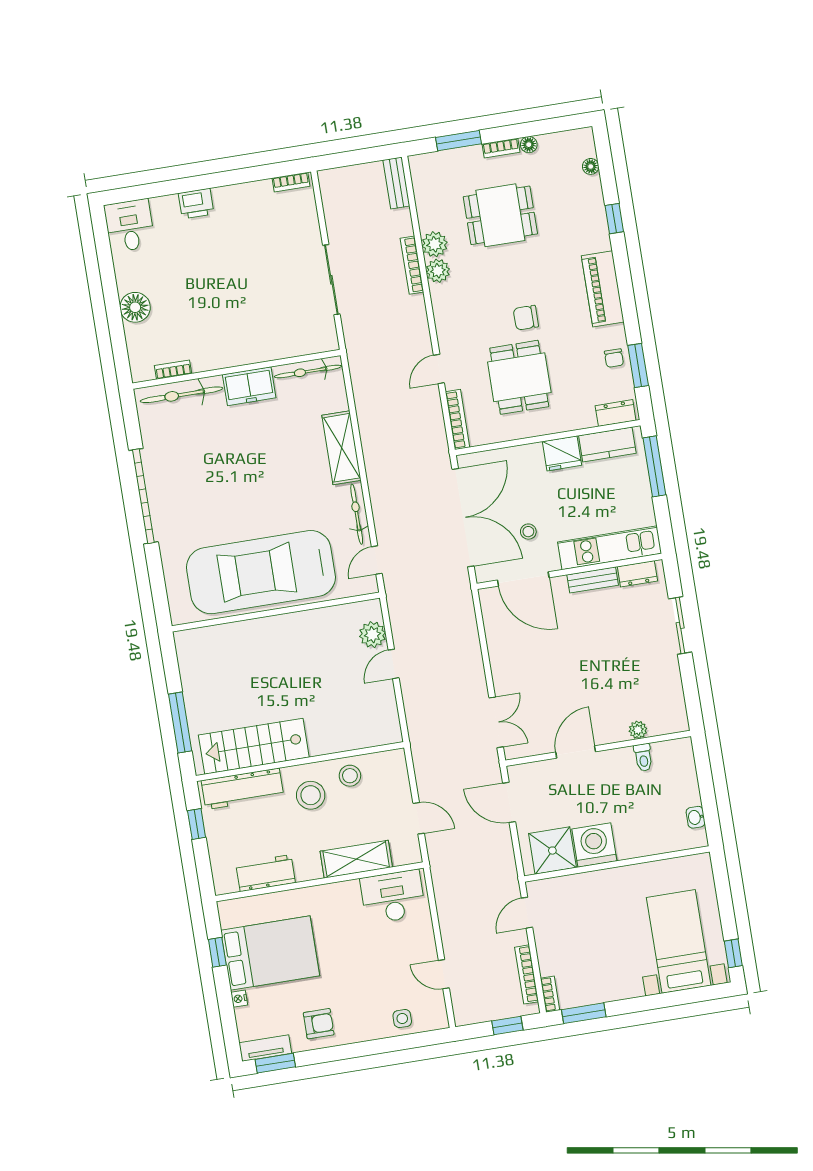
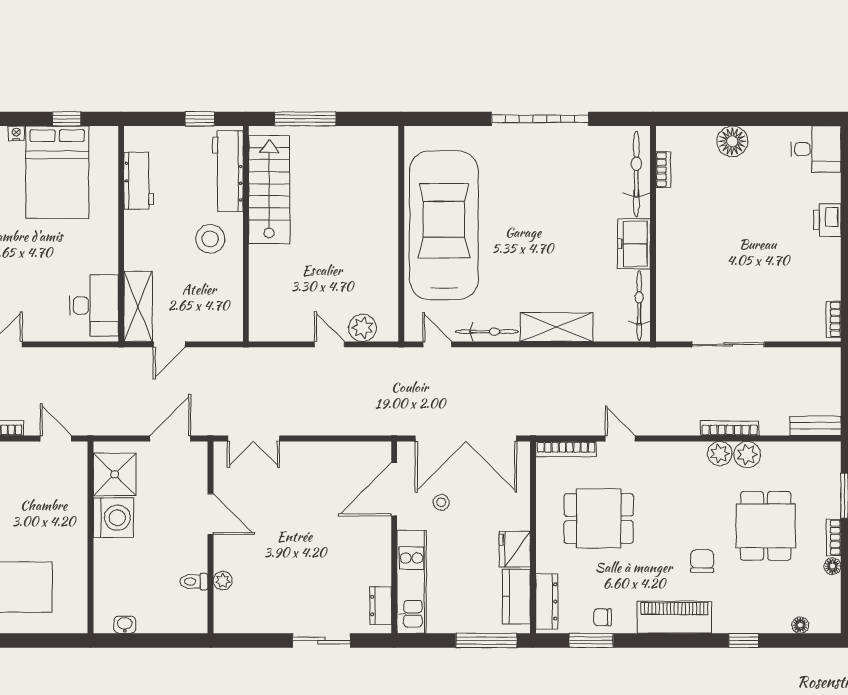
chair: (526, 318) -> (702, 561), moved
dresser: (616, 413) -> (547, 601), width x1.44
bench: (593, 580) -> (382, 560), removed
stool: (350, 776) -> (224, 282), removed
shelving: (356, 859) -> (138, 306), moved

